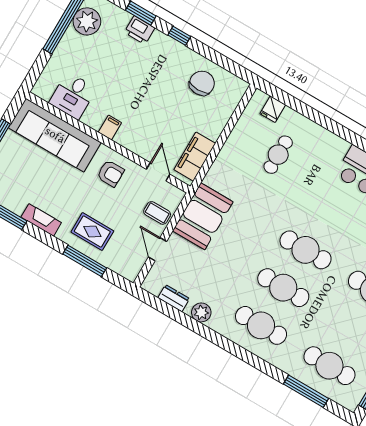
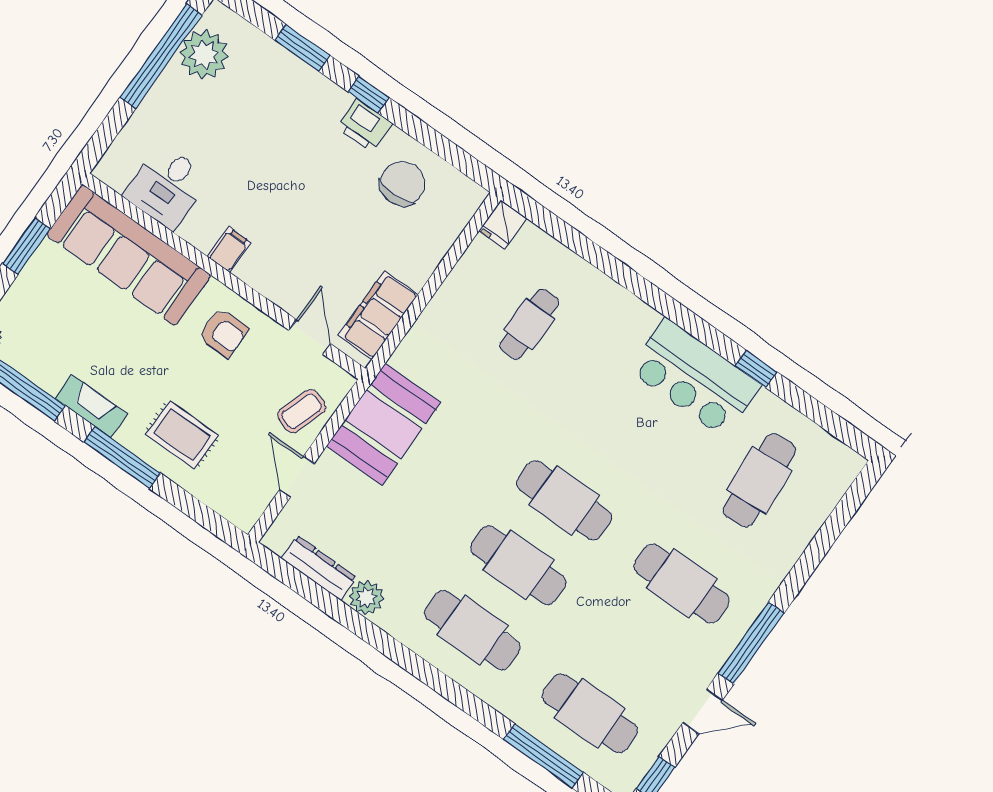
printer: (140, 30) -> (365, 126), moved
fridge: (273, 109) -> (503, 225), moved
coffee table: (157, 213) -> (302, 411), turned -71
window: (85, 261) -> (122, 457), moved
dresser: (174, 298) -> (319, 568), width x1.44

